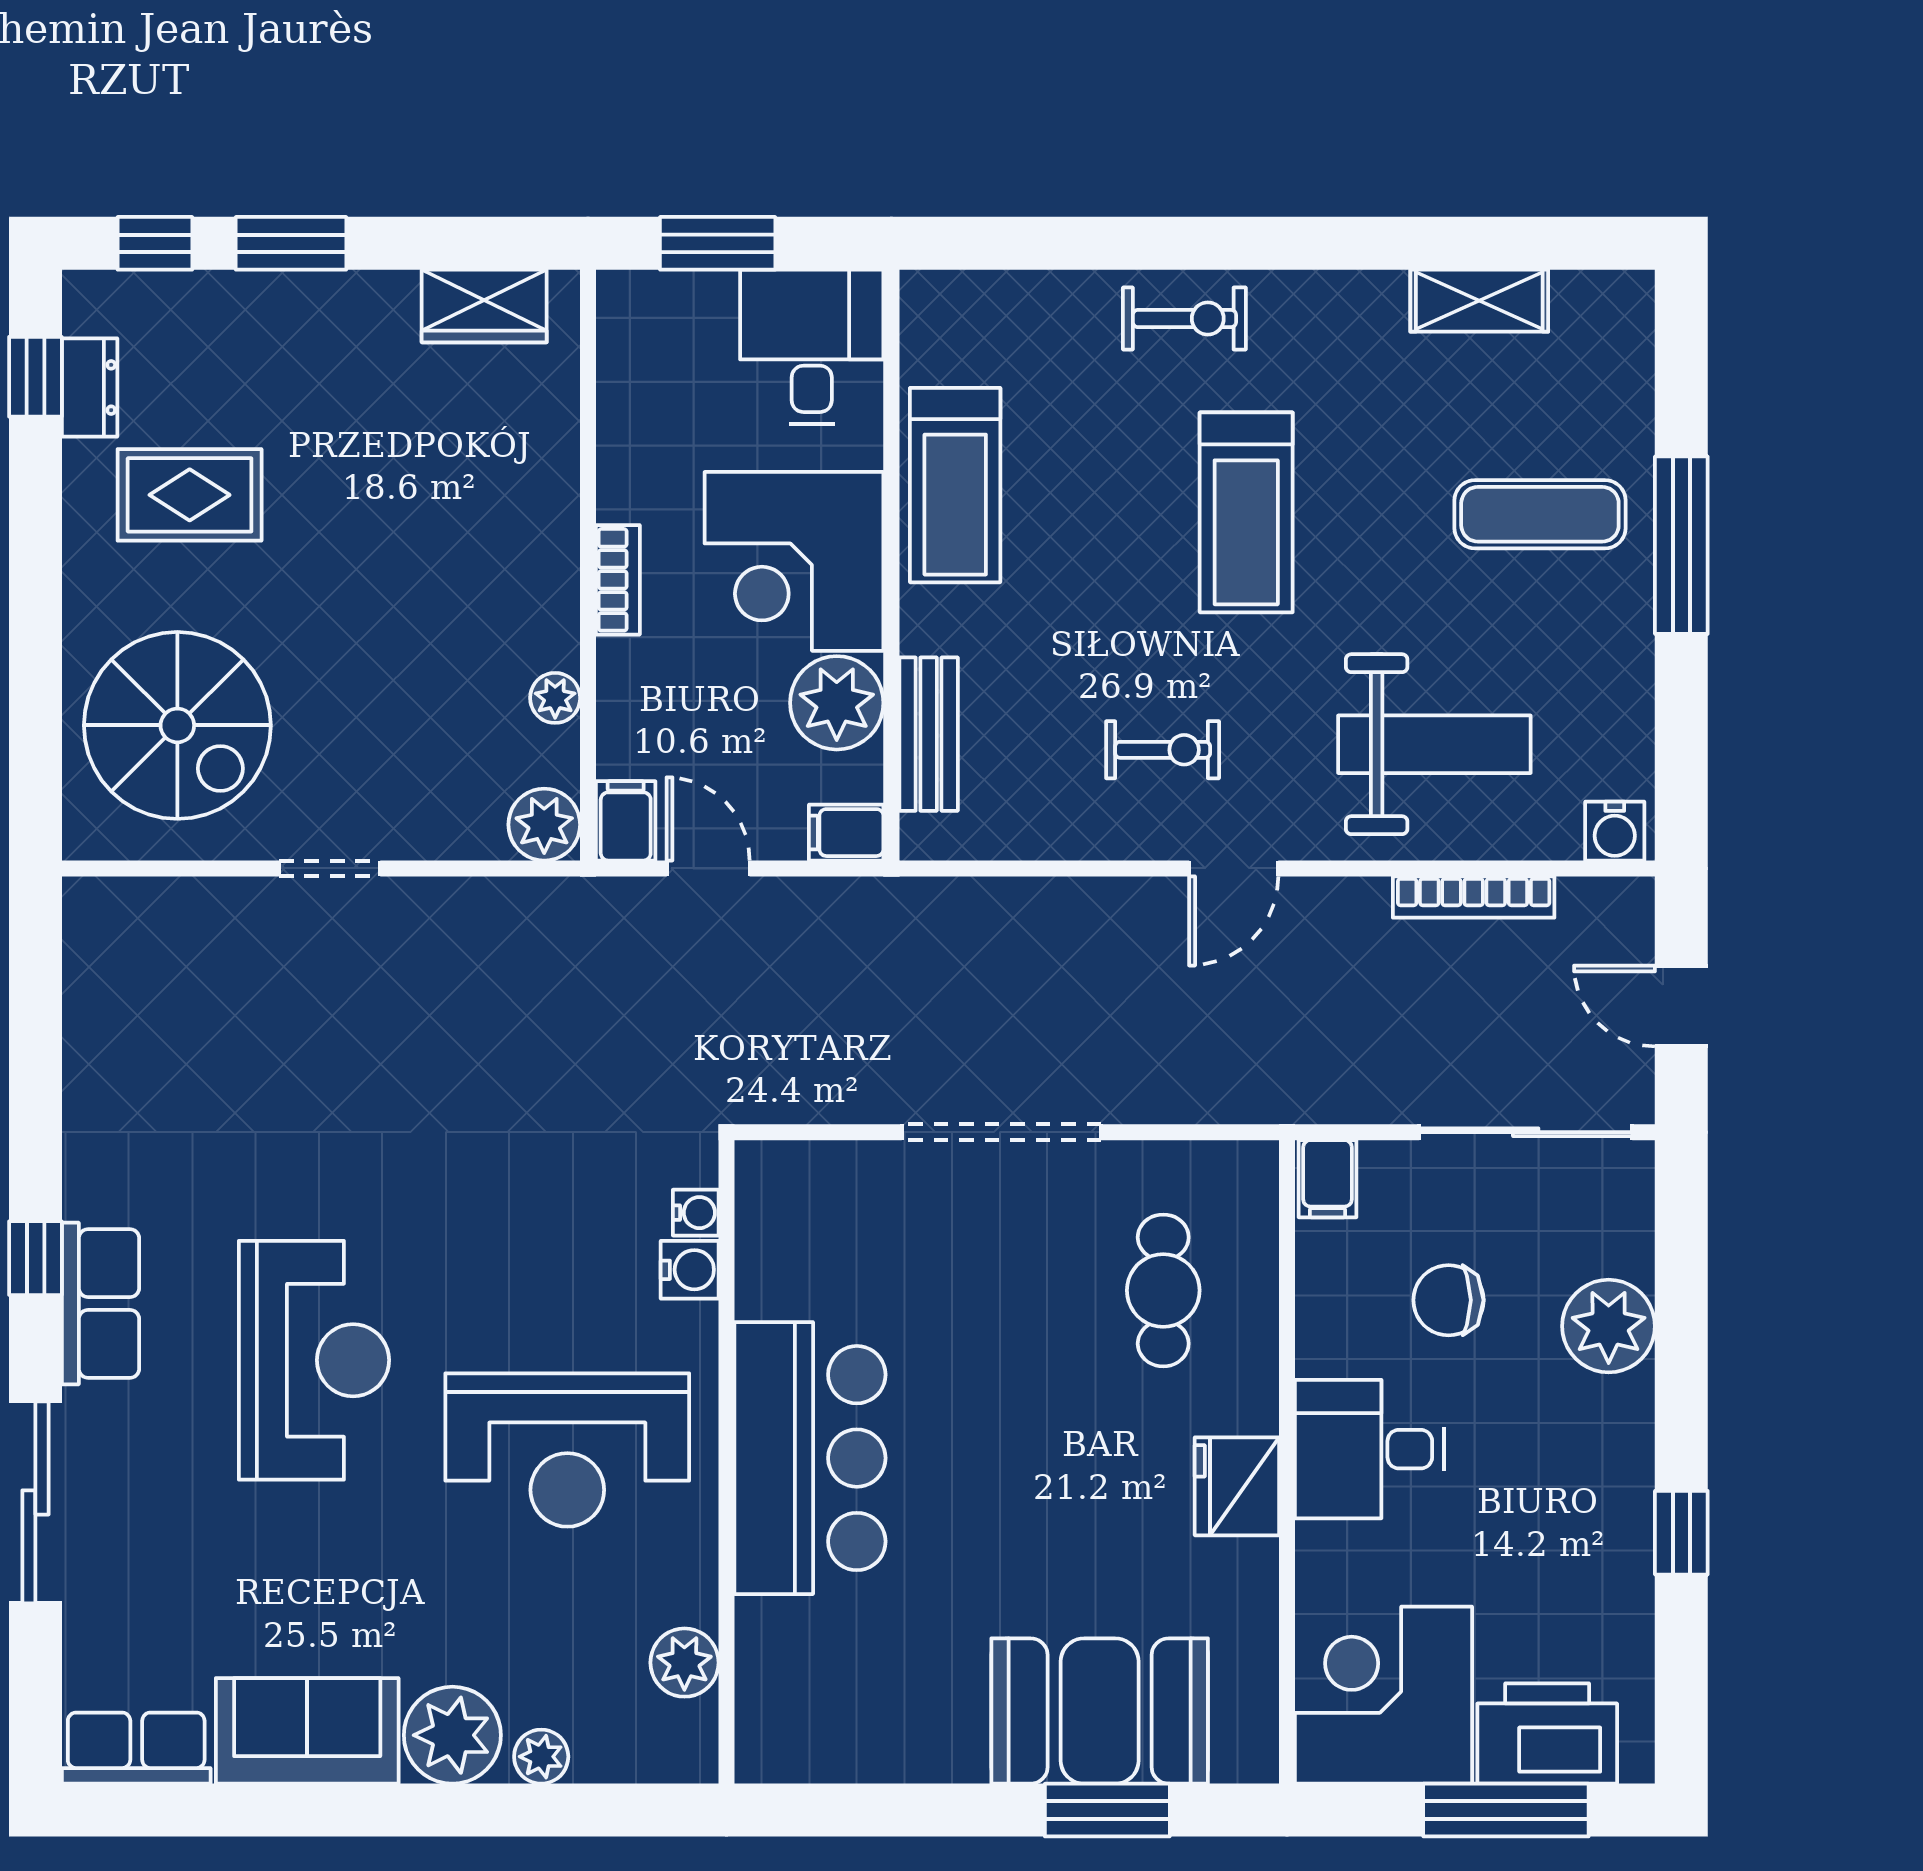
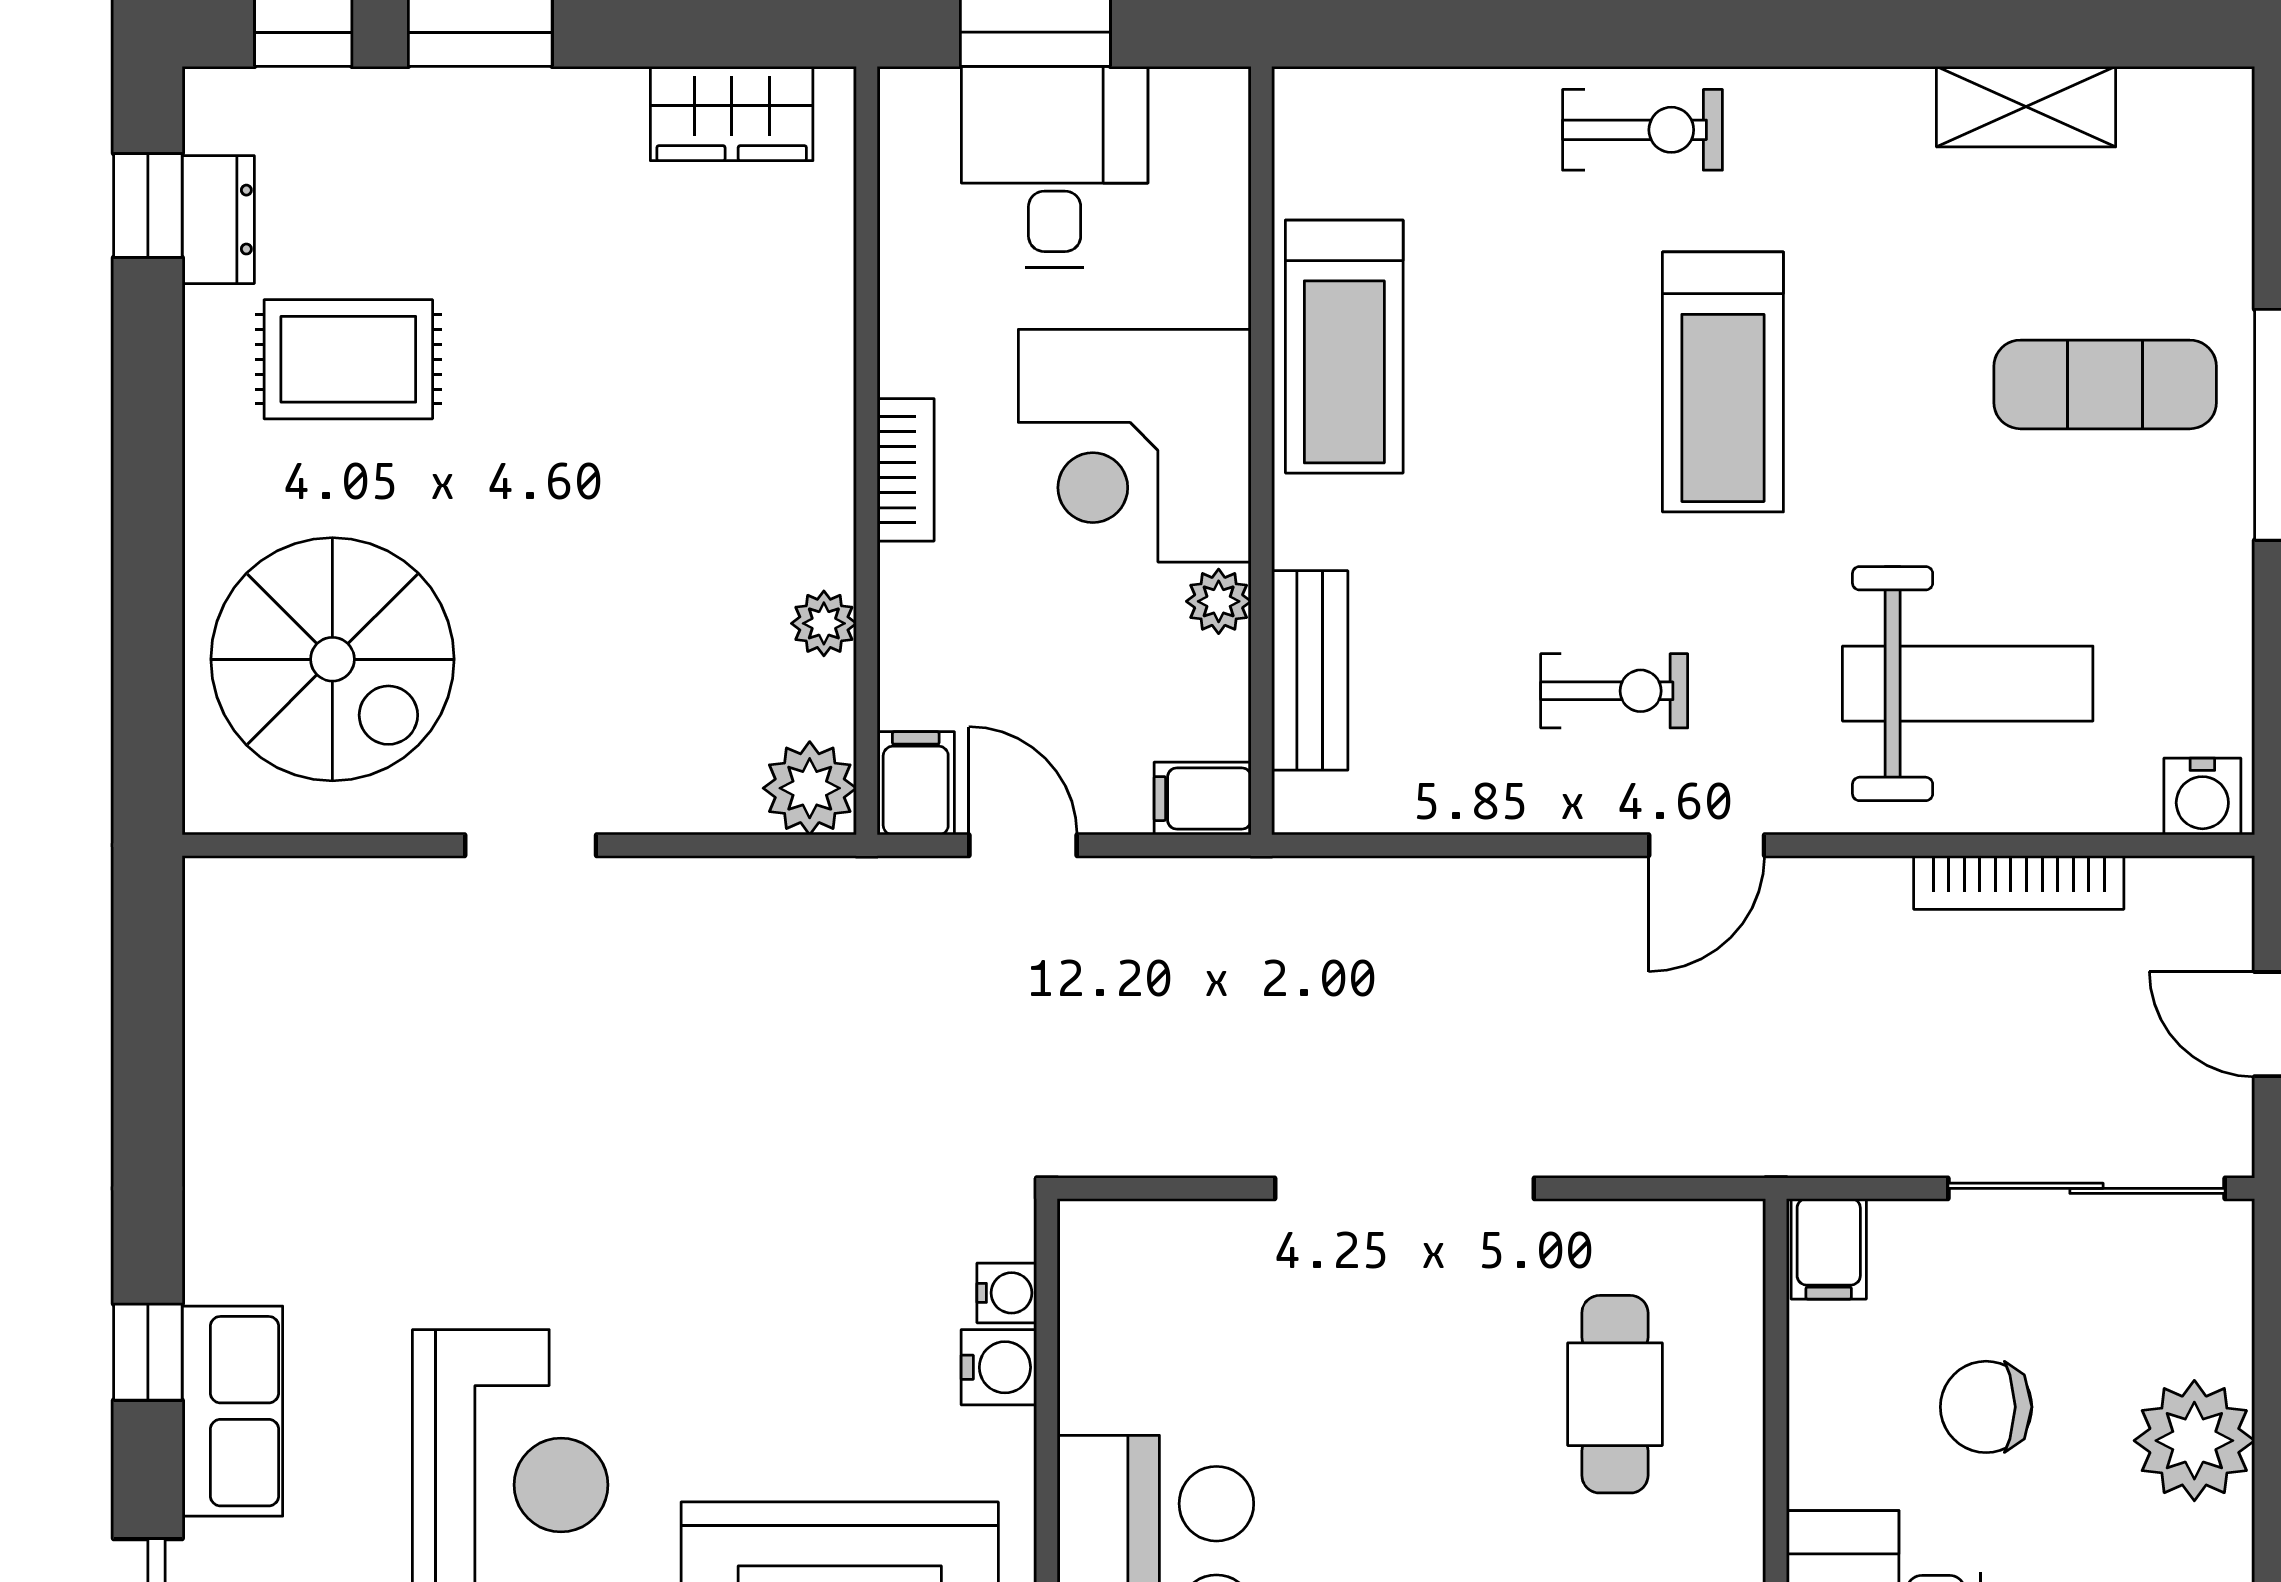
desk: (812, 347) -> (1055, 167), moved
plant: (837, 703) -> (1219, 601), width x0.53, depth x0.53

